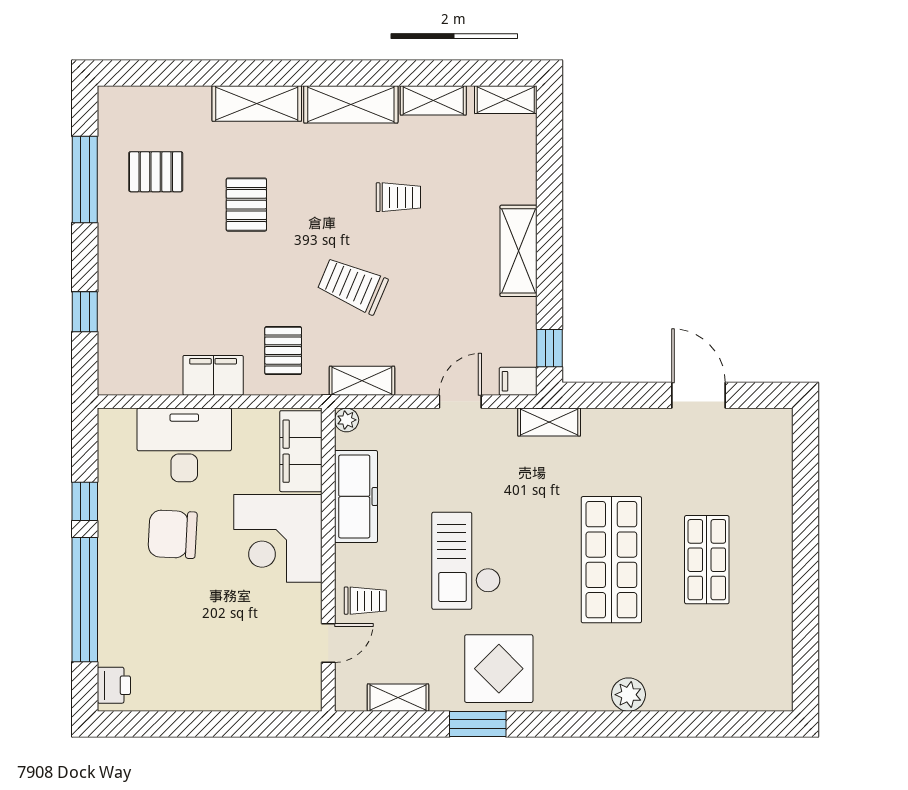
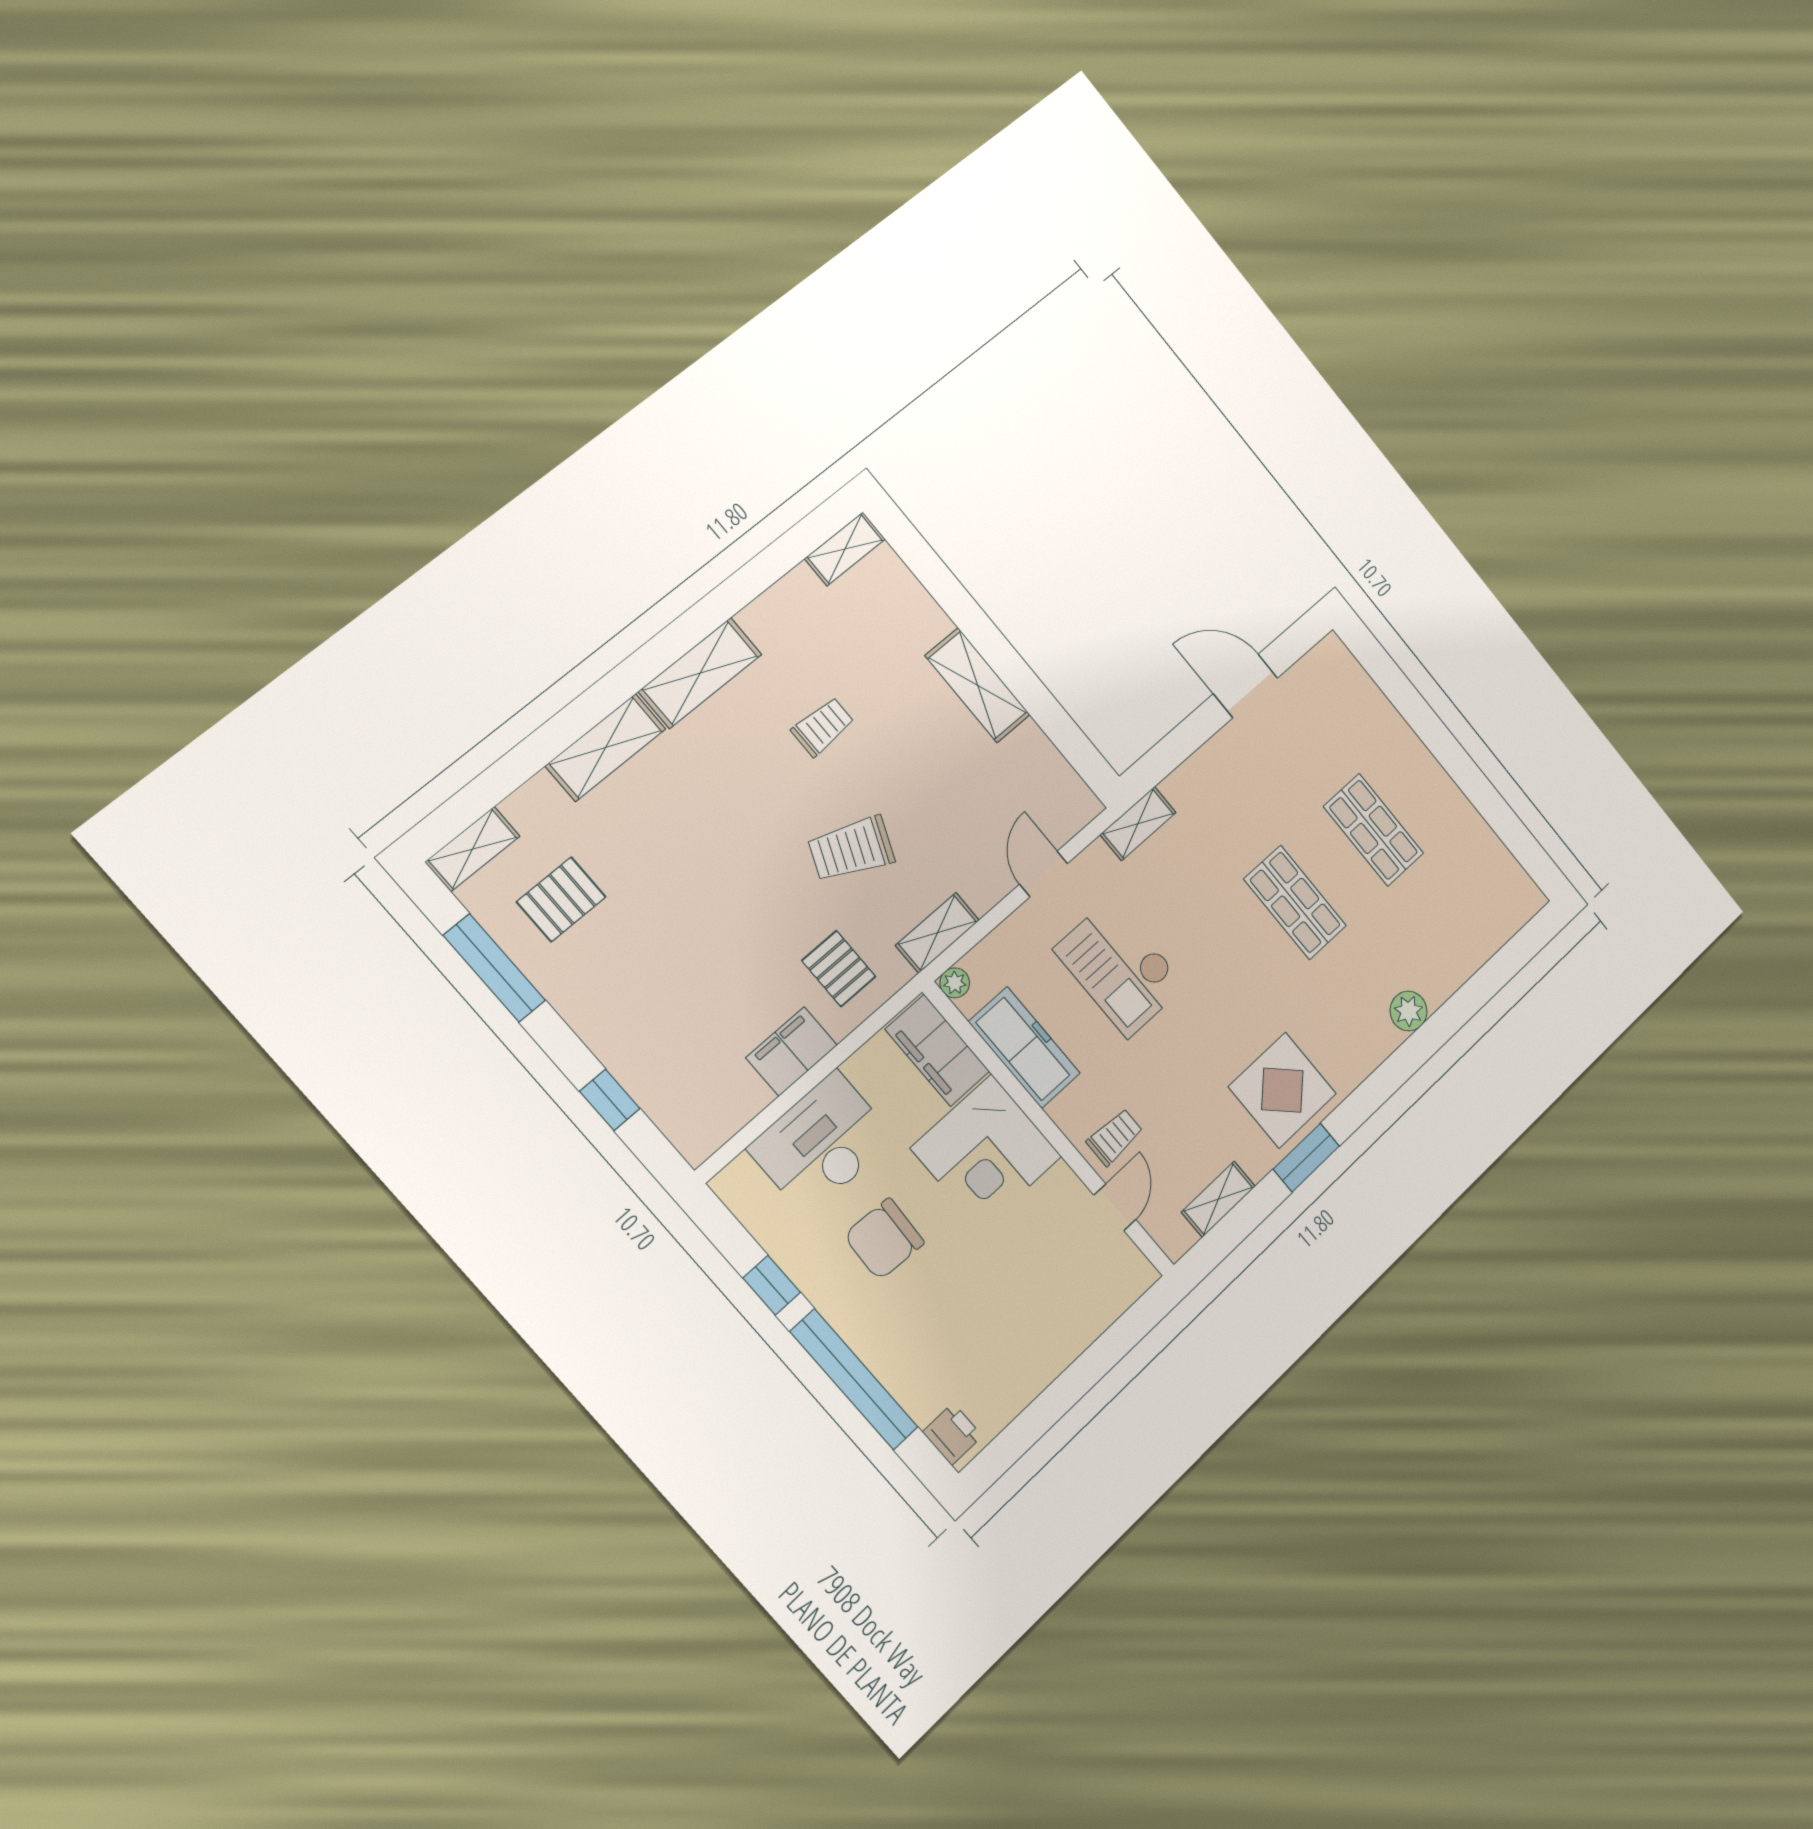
shelving: (433, 100) -> (473, 849), moved
pallet: (246, 205) -> (681, 856), removed
window: (549, 348) -> (1081, 754), removed
filing cabinet: (518, 381) -> (1079, 809), removed
shop shelf: (611, 560) -> (1295, 902), width x0.70, depth x0.74
checkout: (466, 561) -> (1120, 967), moved

